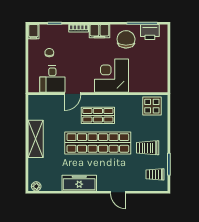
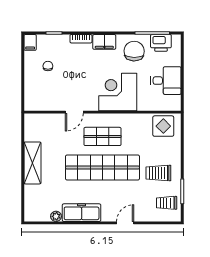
desk: (52, 79) -> (166, 81), moved, turned -90
plant: (36, 186) -> (56, 216), moved
door: (118, 192) -> (125, 223), swing flipped

